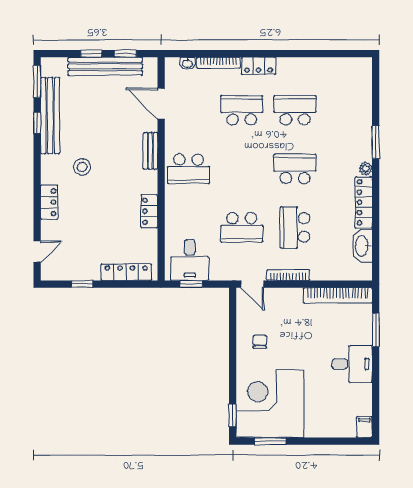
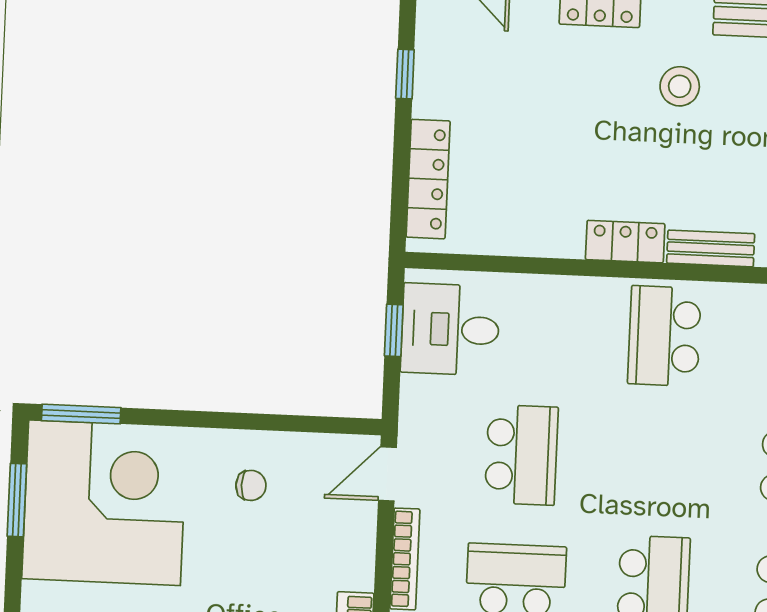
locker: (149, 211) -> (625, 242), moved
school desk: (242, 227) -> (521, 455), turned 180
window: (233, 415) -> (81, 414), width x1.50

